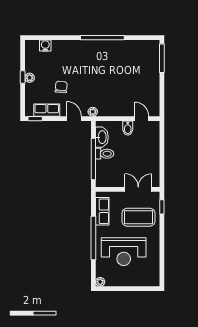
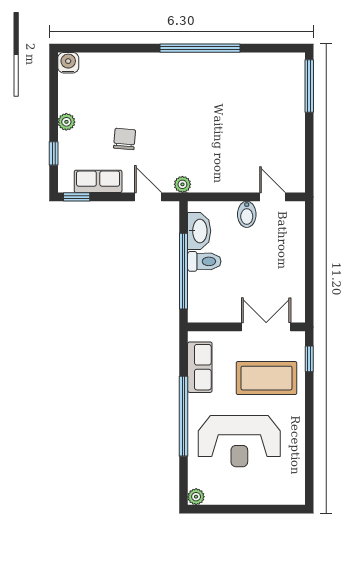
water cooler: (45, 45) -> (68, 63), moved
window: (23, 77) -> (54, 153), moved

